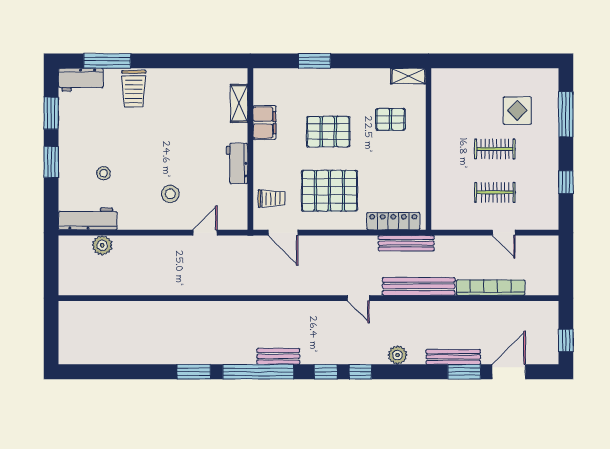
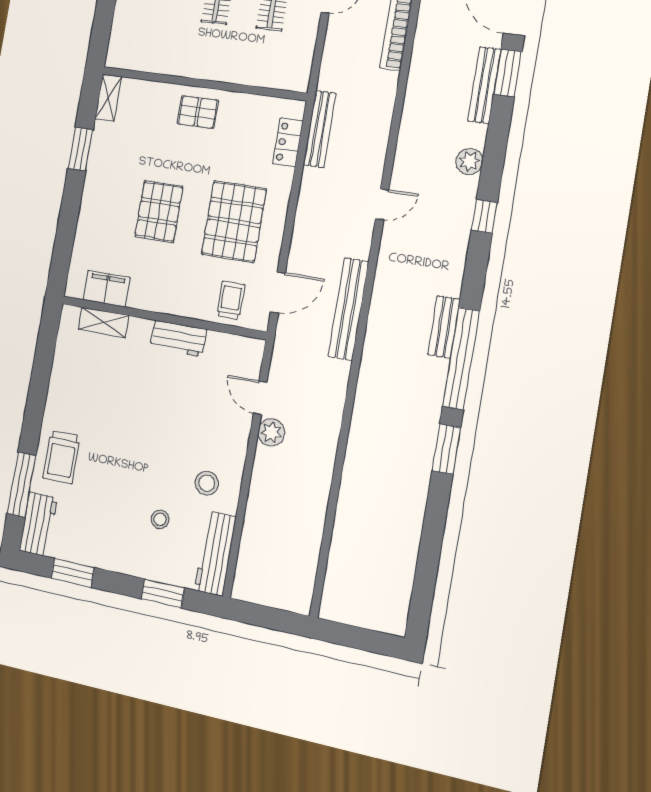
window: (315, 61) -> (80, 149), moved
trolley: (134, 89) -> (62, 457), turned 90
pallet: (391, 119) -> (198, 112), moved, turned 90
filing cabinet: (264, 123) -> (107, 289), moved
window: (51, 162) -> (163, 593), moved
stool: (170, 194) -> (207, 483), moved
locker: (393, 221) -> (288, 142), width x0.66
plant: (102, 245) -> (271, 432), moved
bench: (419, 286) -> (348, 309), moved
window: (326, 372) -> (476, 264), removed

